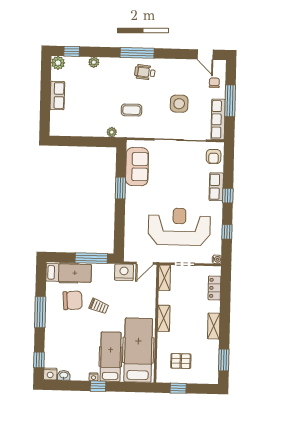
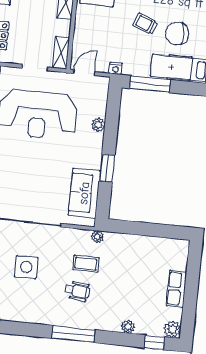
wheelchair: (145, 72) -> (77, 291), moved
plant: (112, 132) -> (97, 237), moved
plant: (130, 222) -> (98, 125), added
nightstand: (124, 272) -> (116, 68), width x0.53, depth x0.56

